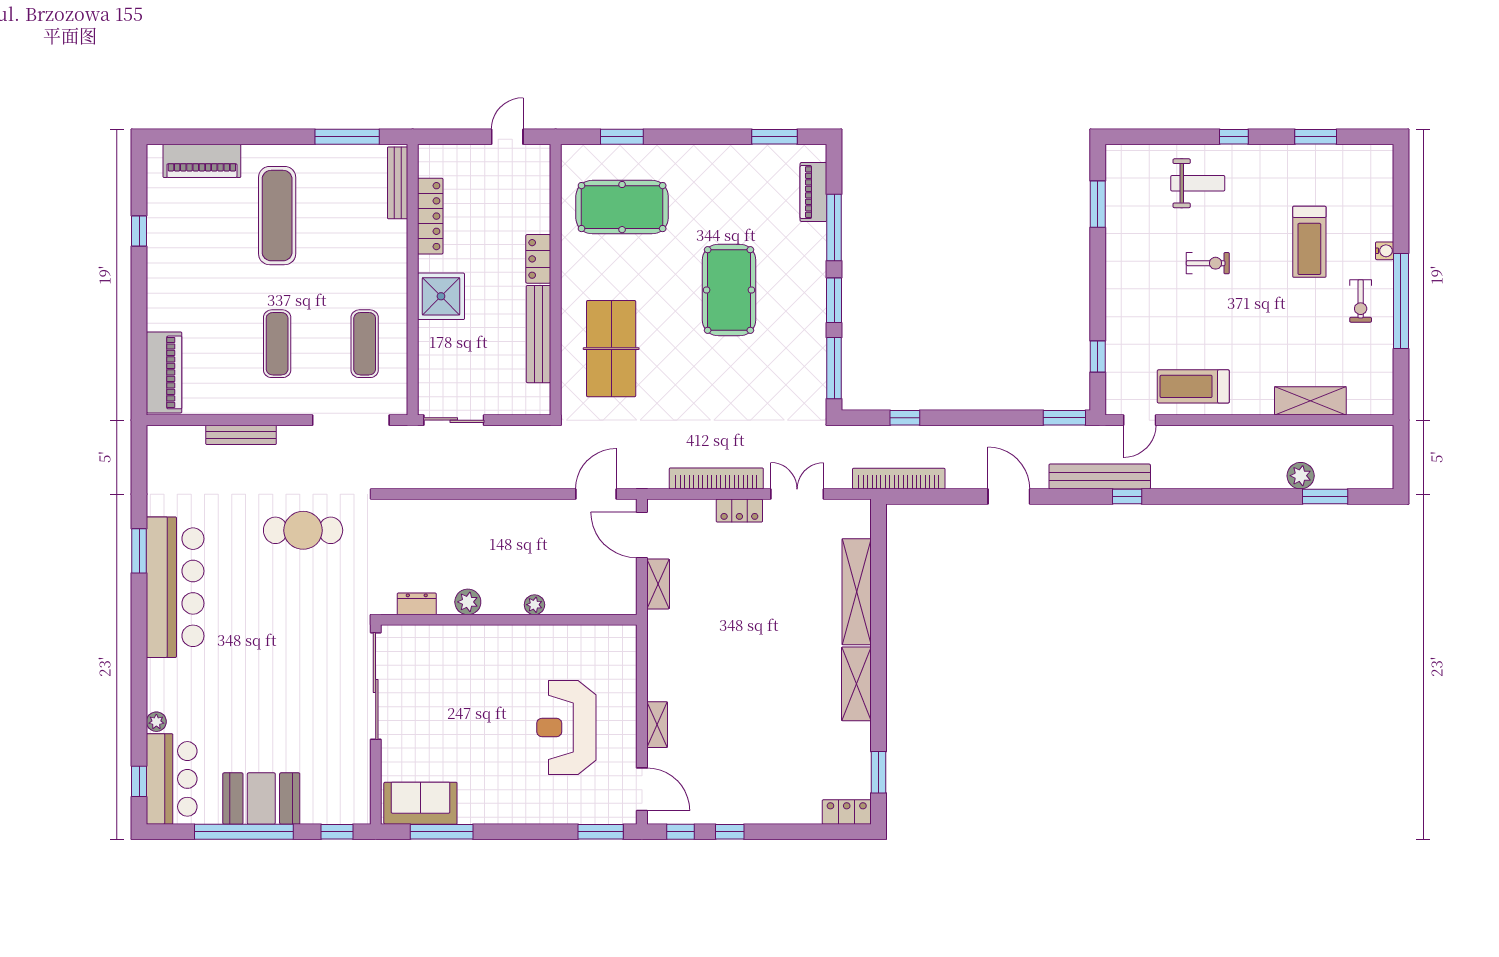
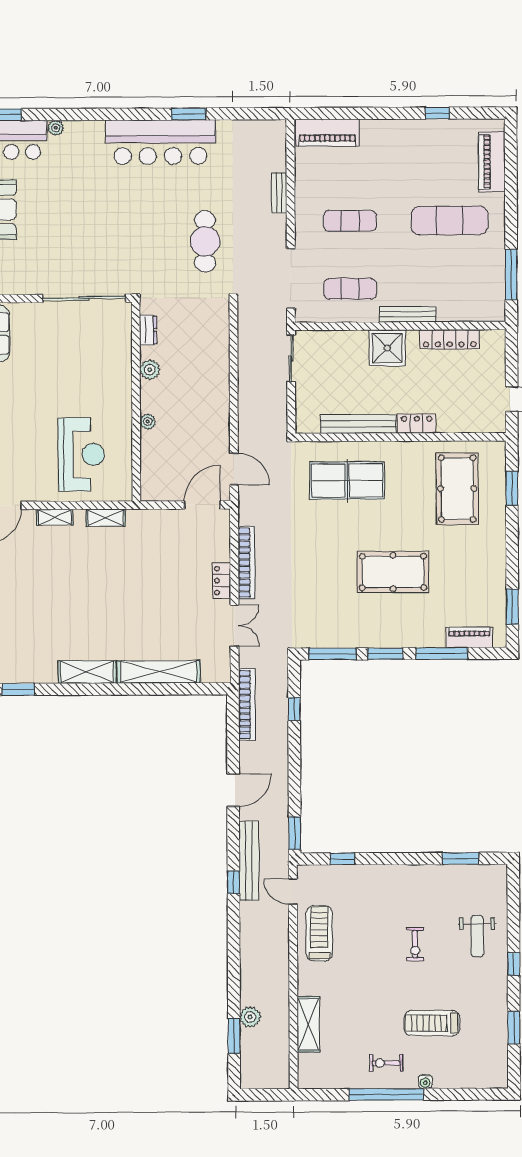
bench: (398, 183) -> (408, 314), moved
bench: (241, 435) -> (279, 193), width x0.73
shelving: (658, 584) -> (106, 518), moved
reception desk: (566, 727) -> (81, 454), moved, turned 90

